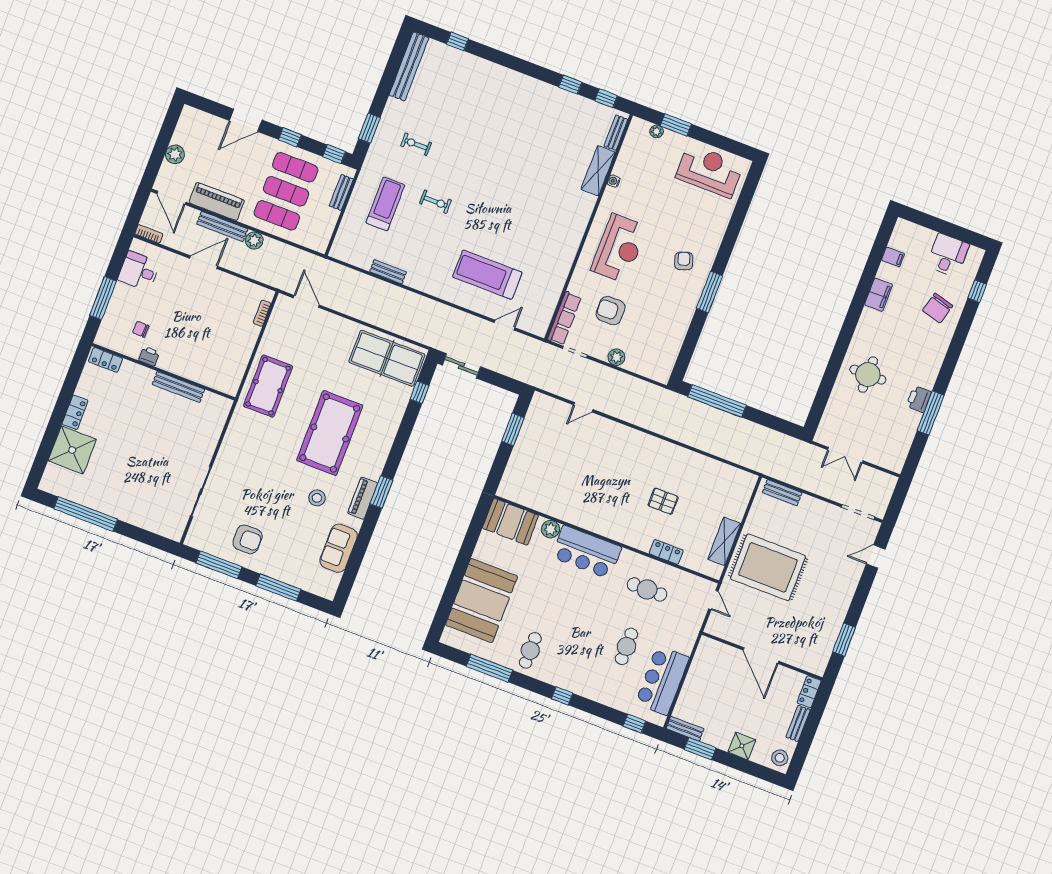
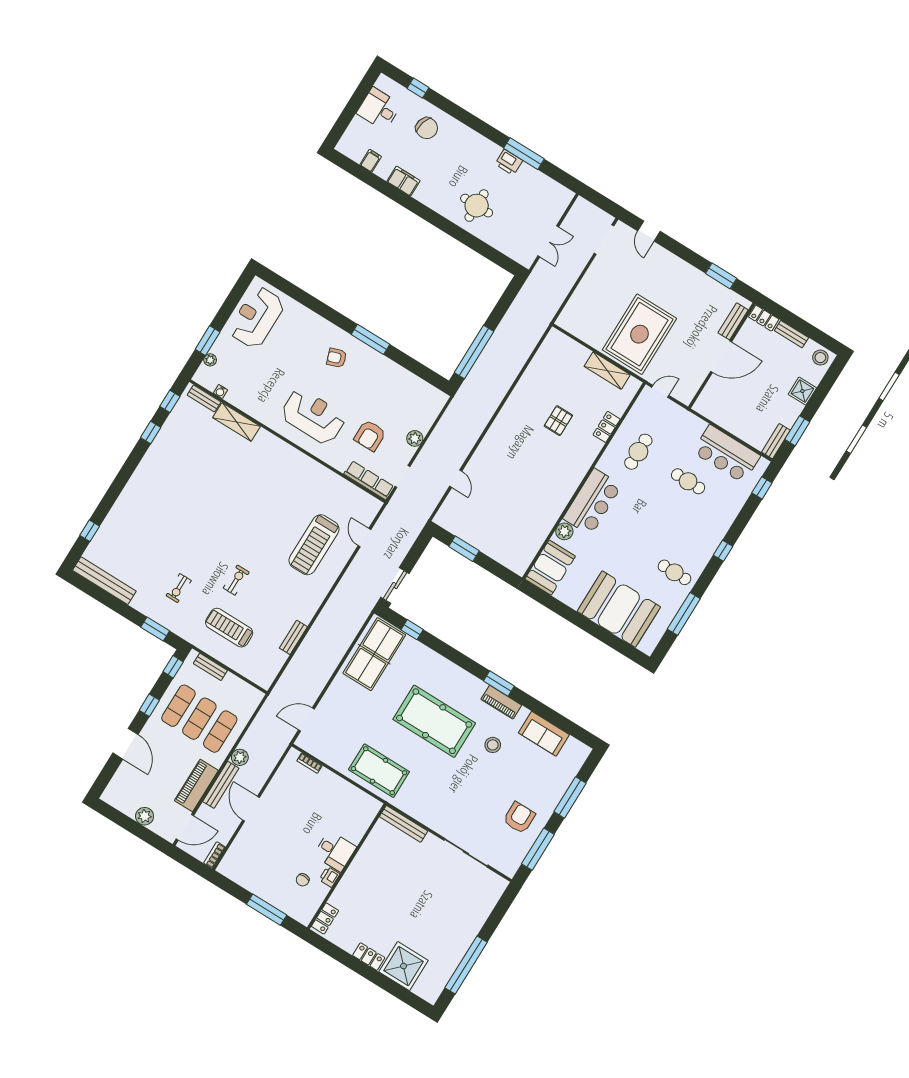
water cooler: (614, 181) -> (220, 391), moved
desk: (139, 271) -> (335, 851), moved, turned -90
bench: (178, 387) -> (404, 824), moved, turned 90
bench: (782, 493) -> (733, 321), moved

